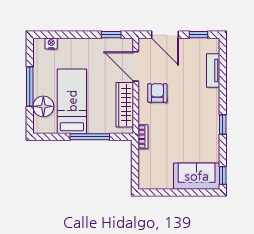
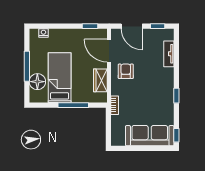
wardrobe: (125, 105) -> (100, 80), width x0.67
sofa: (197, 176) -> (150, 136), width x1.36

